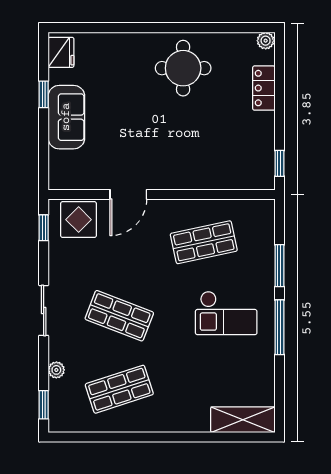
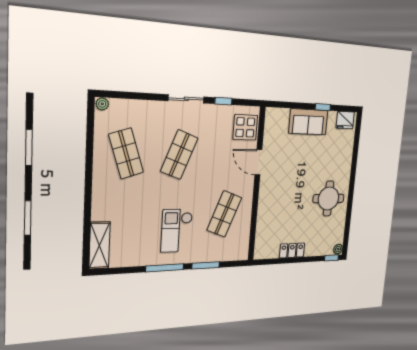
locker: (264, 88) -> (292, 250), moved
window: (279, 163) -> (331, 258), moved
window: (44, 228) -> (223, 101), moved
shop shelf: (204, 242) -> (224, 214), turned 33
plant: (56, 370) -> (102, 104), moved
window: (44, 405) -> (117, 95), removed

